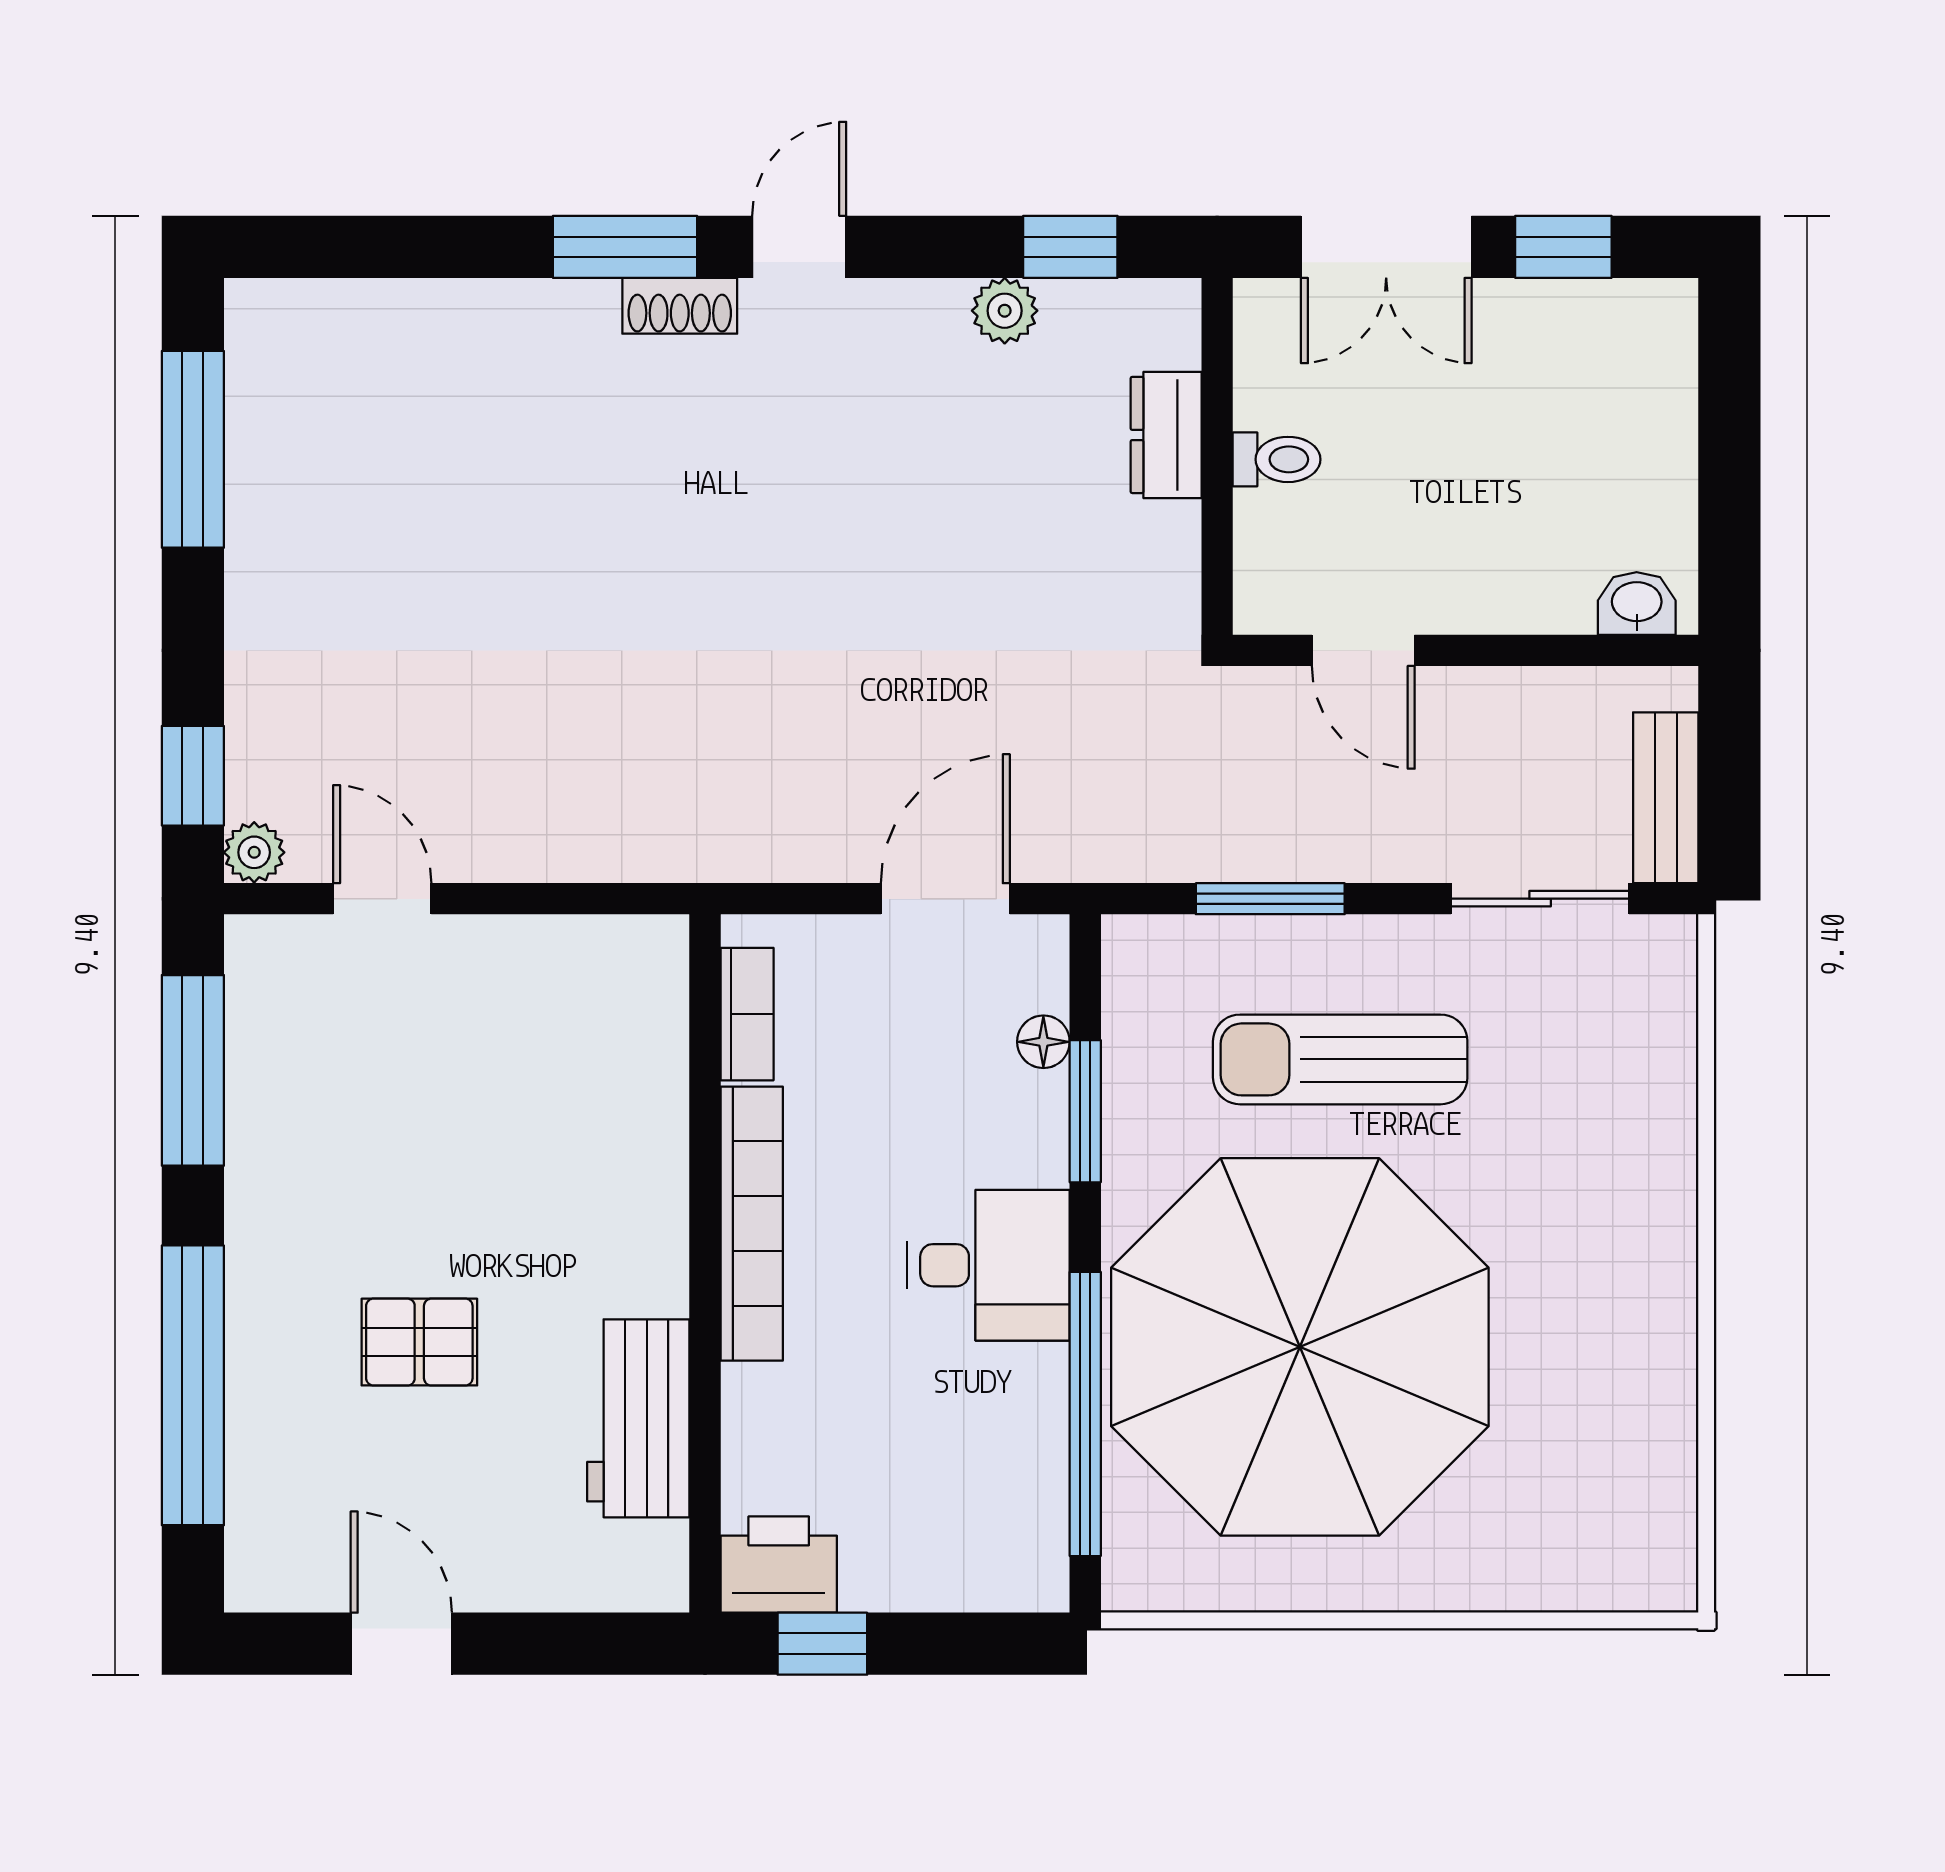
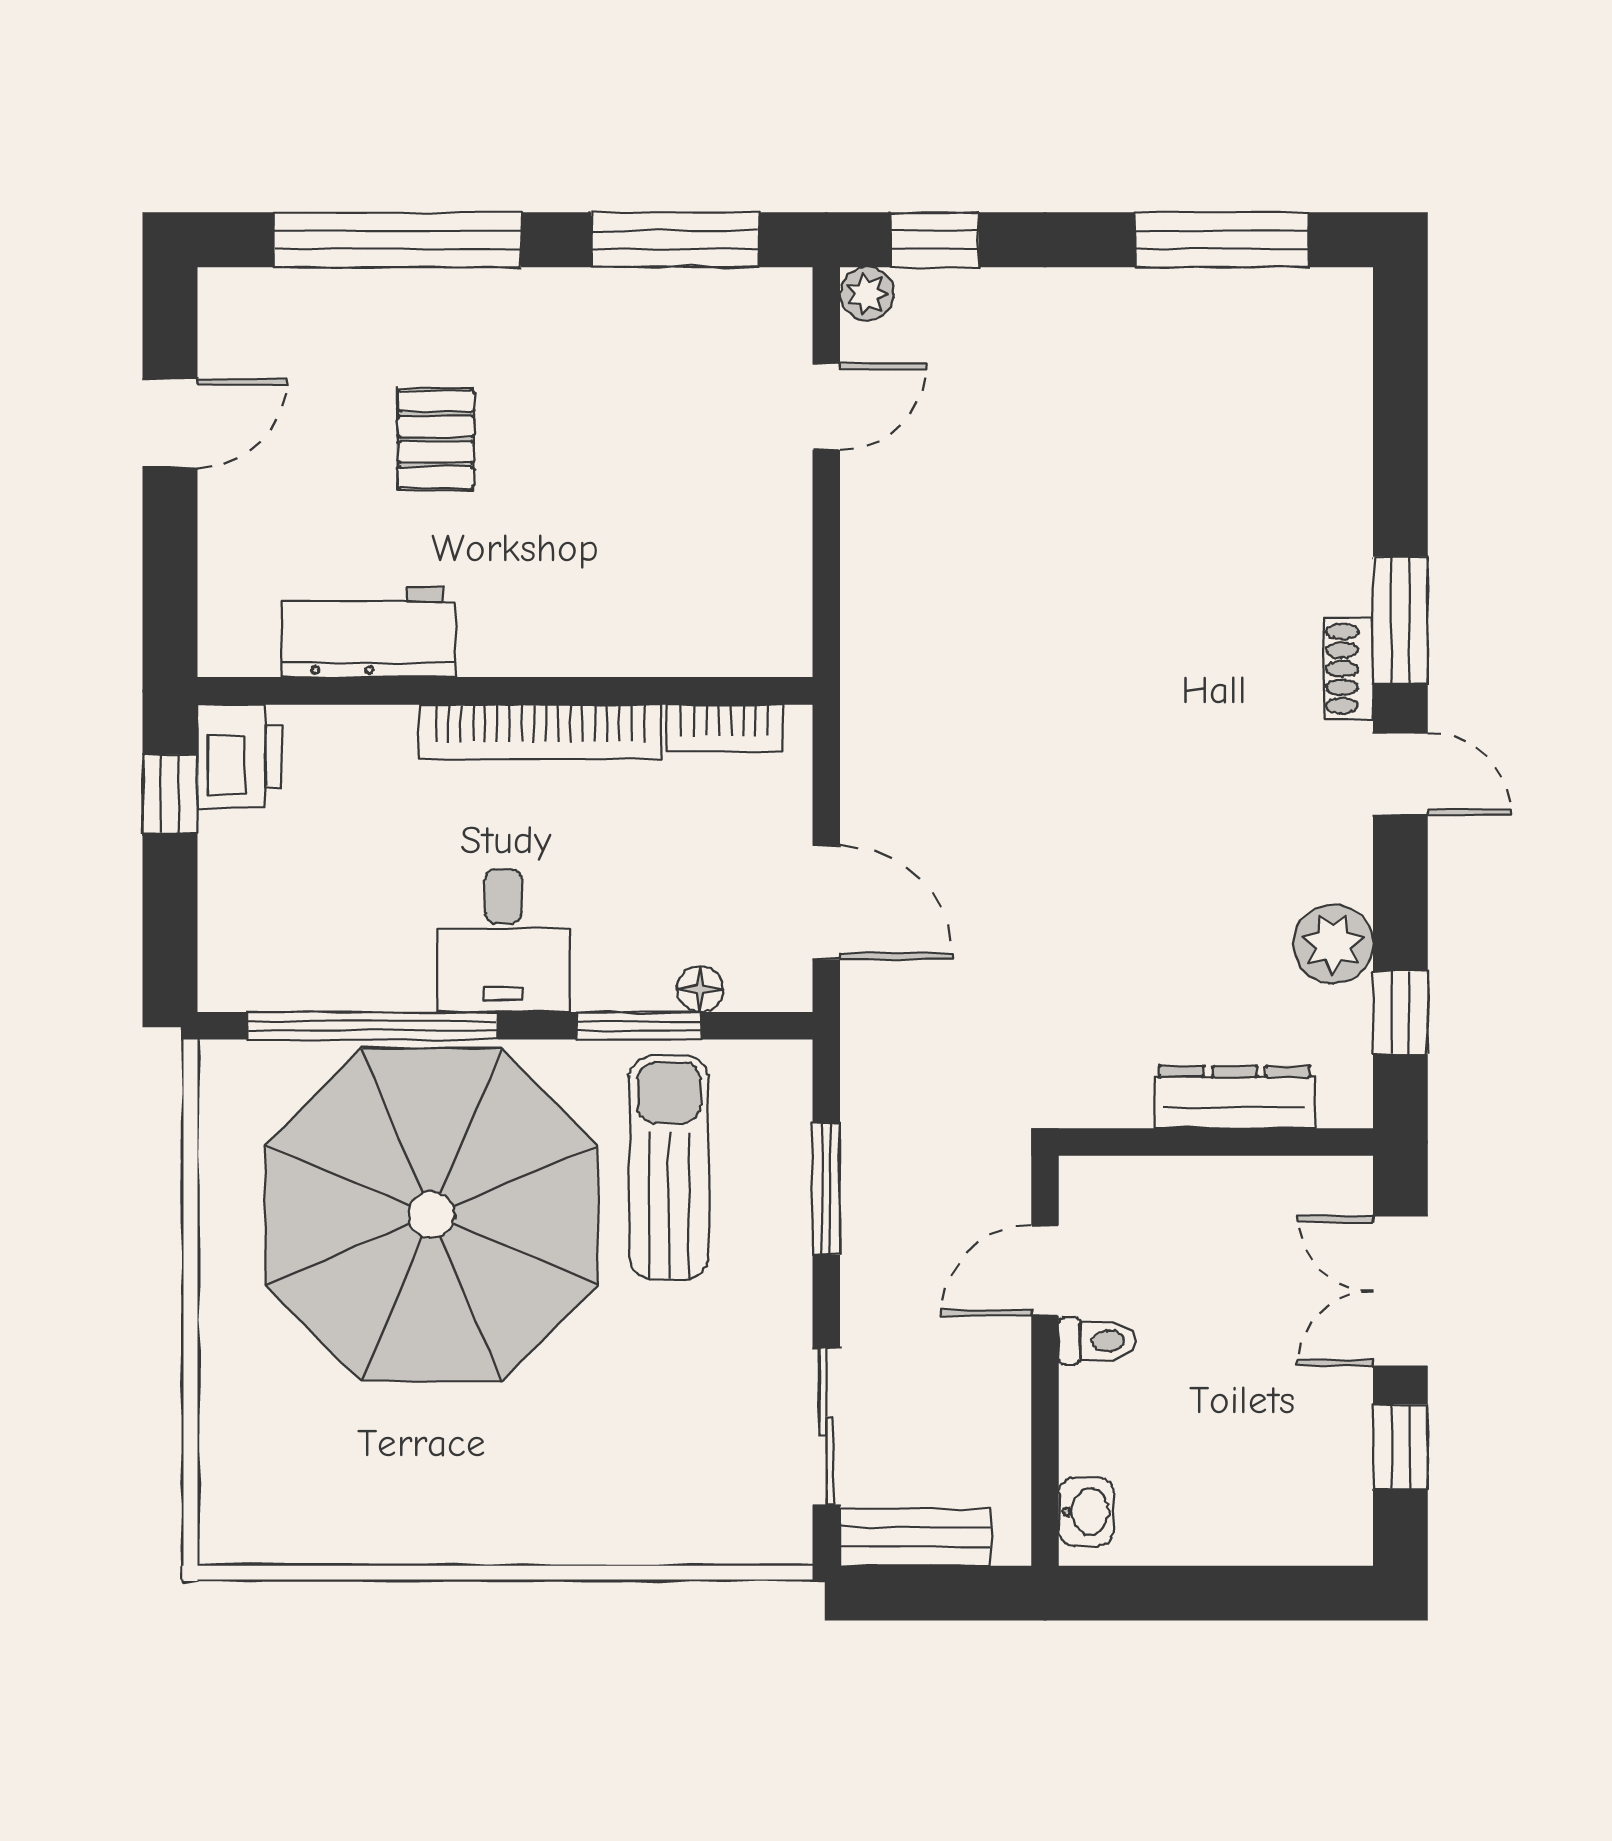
plant: (1005, 311) -> (1333, 944), width x1.38, depth x1.38
dresser: (1166, 435) -> (1235, 1097), width x1.44
toilet: (1277, 459) -> (1097, 1341), moved, turned -90
sun lounger: (1340, 1059) -> (669, 1168), moved

